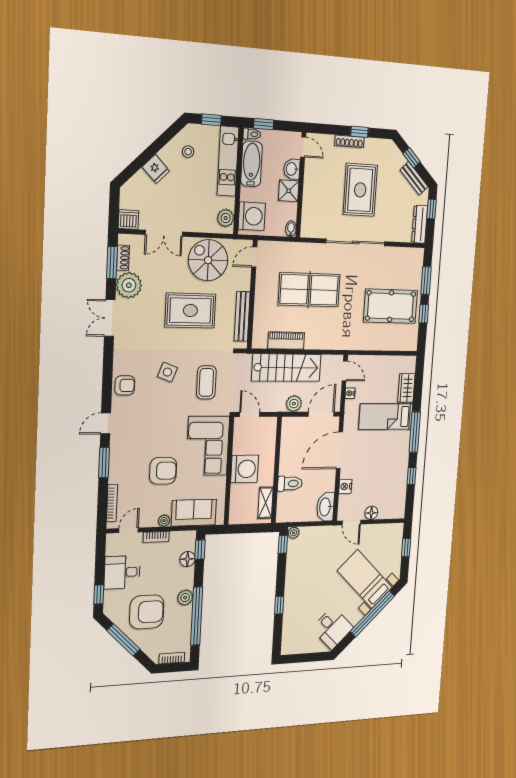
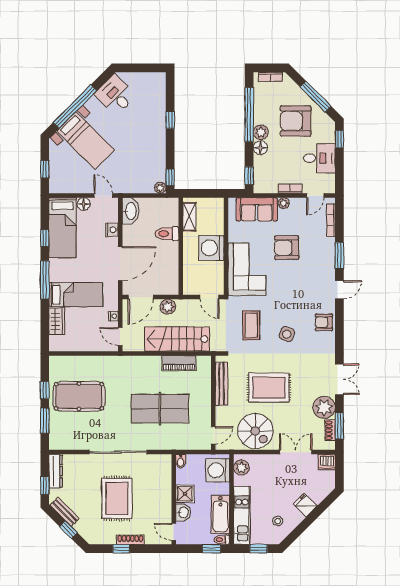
bed: (394, 487) -> (62, 228), added
floor lamp: (187, 559) -> (260, 148), moved

